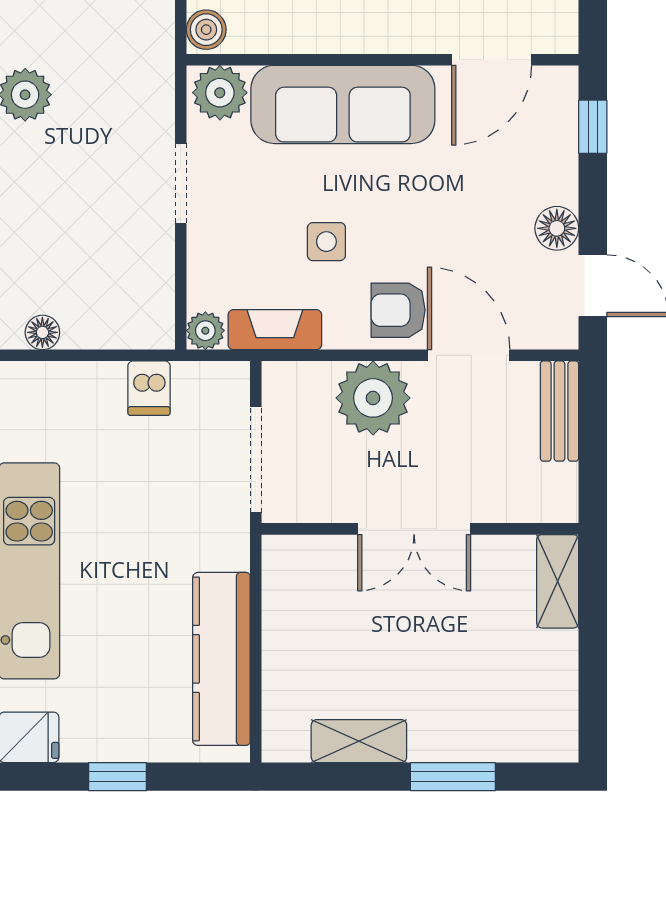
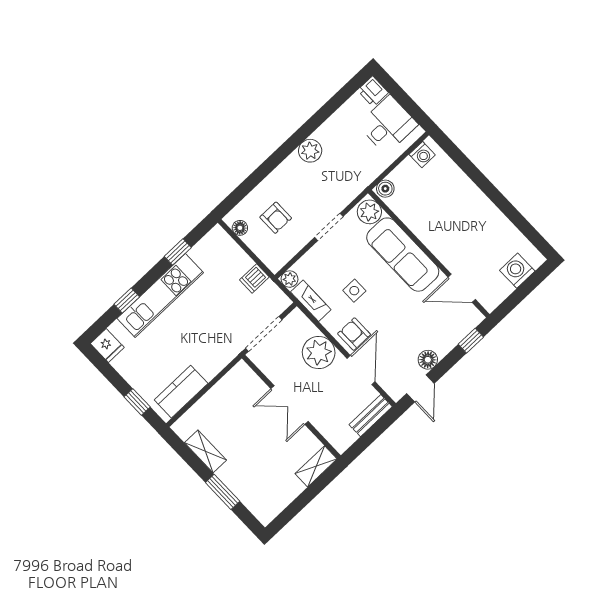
armchair: (82, 257) -> (276, 218), added
kitchen counter: (221, 659) -> (181, 392), width x0.67
window: (118, 777) -> (137, 402), moved

